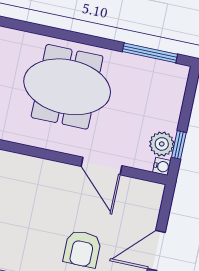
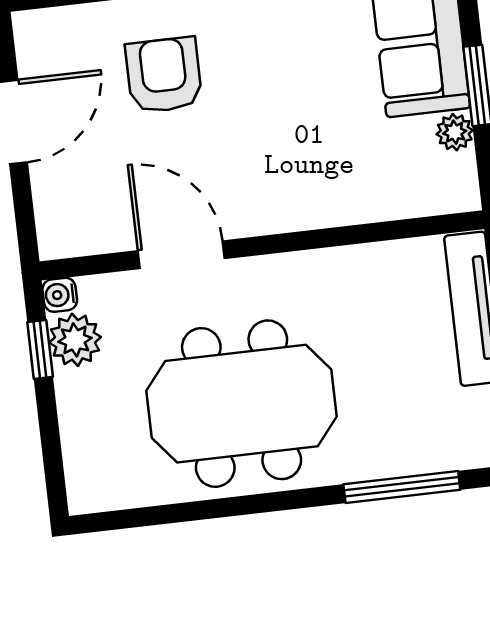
window: (150, 53) -> (402, 487), moved
meeting table: (67, 87) -> (242, 404), moved

